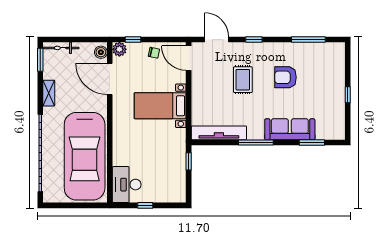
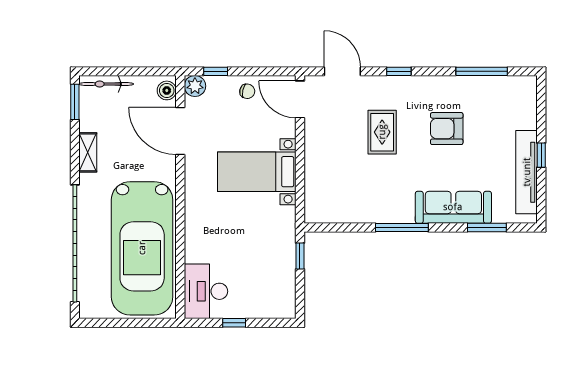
tv unit: (219, 133) -> (527, 172), moved, turned -90

